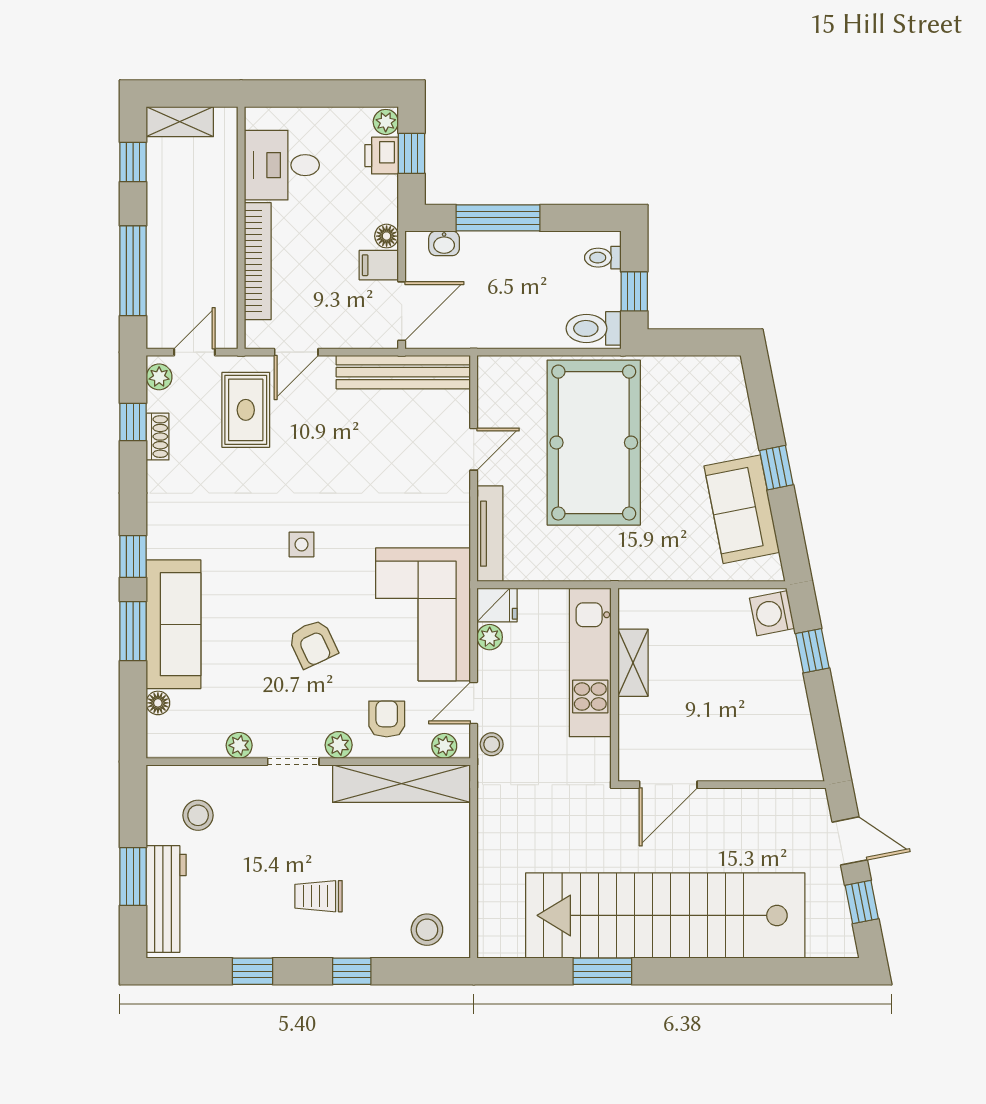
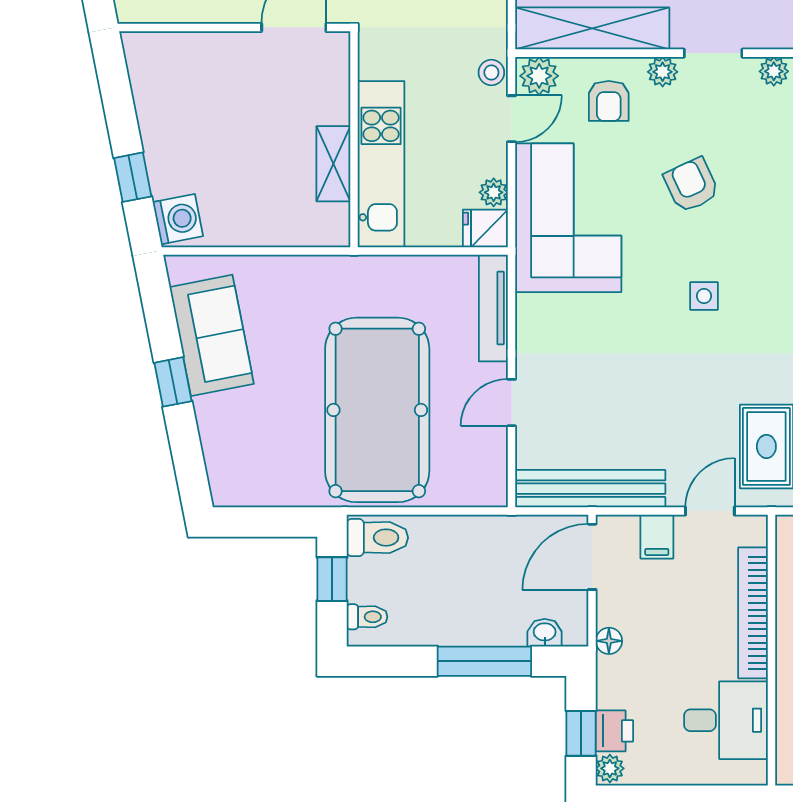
filing cabinet: (379, 265) -> (657, 537), moved, turned 90
plant: (444, 746) -> (539, 76), width x1.38, depth x1.38

